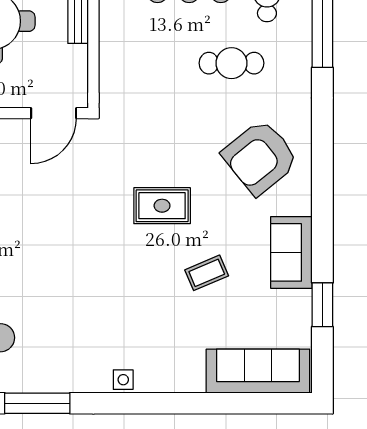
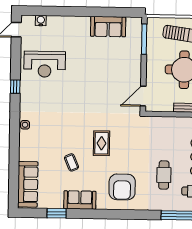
door: (54, 113) -> (143, 96), hinge flipped
armchair: (260, 157) -> (122, 187), turned -141
window: (37, 403) -> (15, 87), width x0.46

